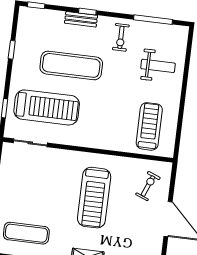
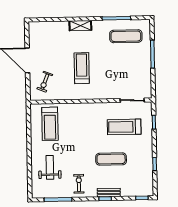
exercise mat: (71, 65) -> (111, 159), width x0.73, depth x0.69
weight bench: (158, 66) -> (50, 167), turned 90
treadmill: (47, 107) -> (124, 127), width x0.73, depth x0.73
treadmill: (94, 198) -> (82, 68), width x0.73, depth x0.73

